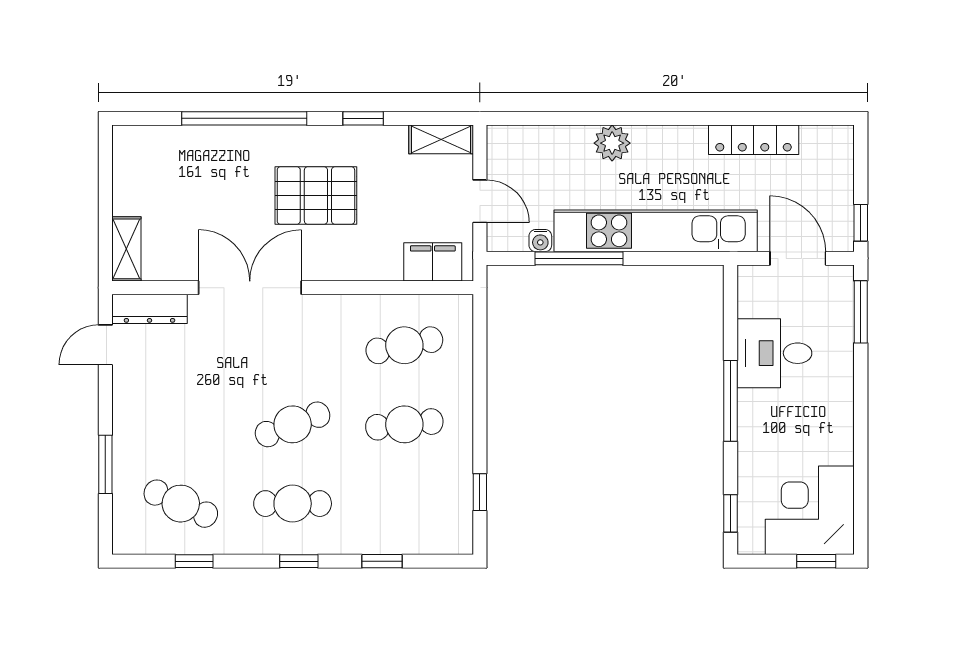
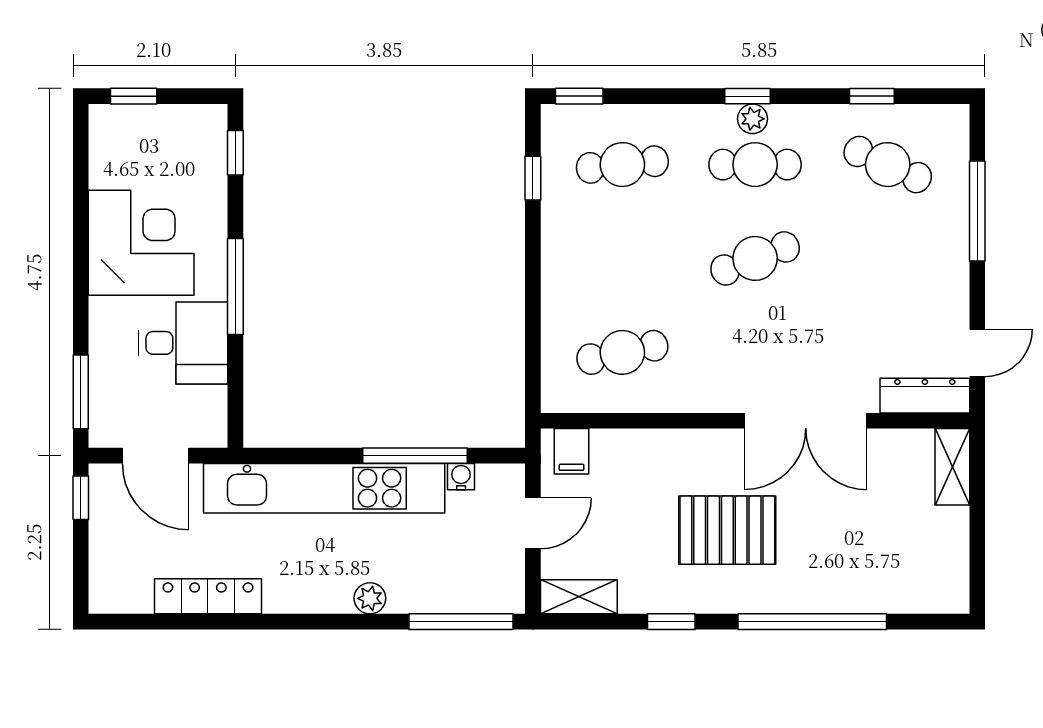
window: (540, 118) -> (461, 622), added
plant: (612, 143) -> (370, 598), width x0.73, depth x0.73
door: (480, 201) -> (533, 523), swing flipped
filing cabinet: (433, 262) -> (572, 451), width x0.50
cafe table: (404, 424) -> (622, 165), moved
window: (105, 464) -> (977, 211), width x1.44
corner desk: (810, 510) -> (141, 243), moved, turned -90
plant: (295, 542) -> (753, 119), added
window: (382, 561) -> (579, 96), moved

